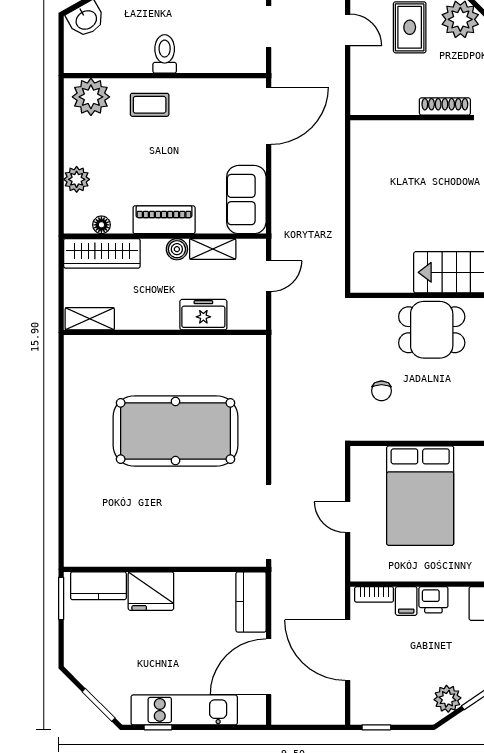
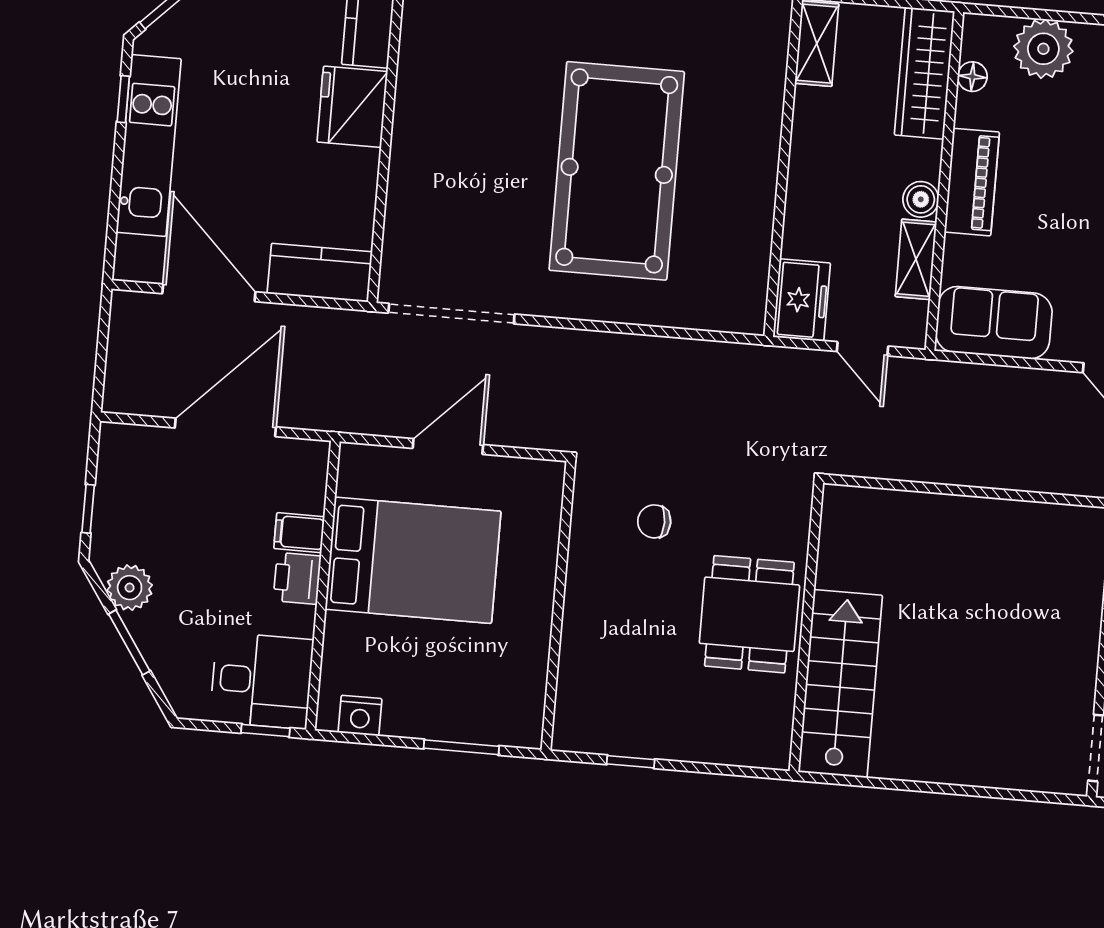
plant: (77, 179) -> (1043, 49), width x1.36, depth x1.36
freezer: (203, 315) -> (802, 300), moved
bed: (420, 496) -> (413, 560), moved, turned 180
door: (348, 517) -> (448, 446), width x1.37
bookcase: (374, 594) -> (315, 480), removed
window: (376, 727) -> (88, 509), moved

